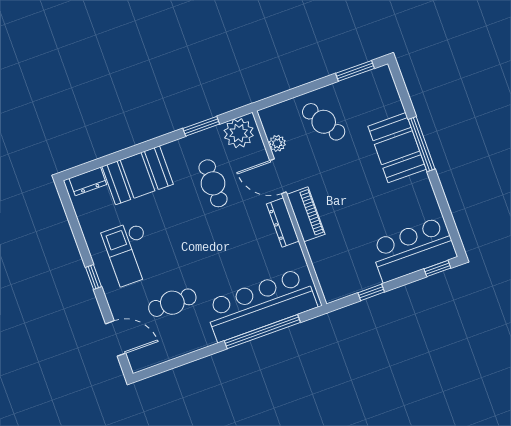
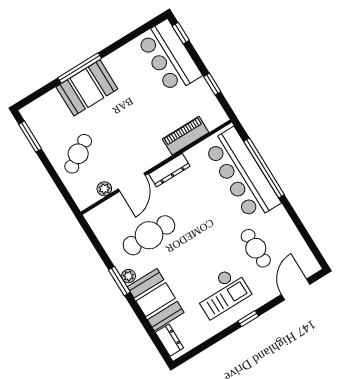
window: (201, 126) -> (119, 281), moved
plant: (239, 133) -> (128, 276), moved, width x0.53, depth x0.53
cafe table: (213, 183) -> (149, 235), width x1.37, depth x1.35
piano: (306, 214) -> (186, 136), moved

